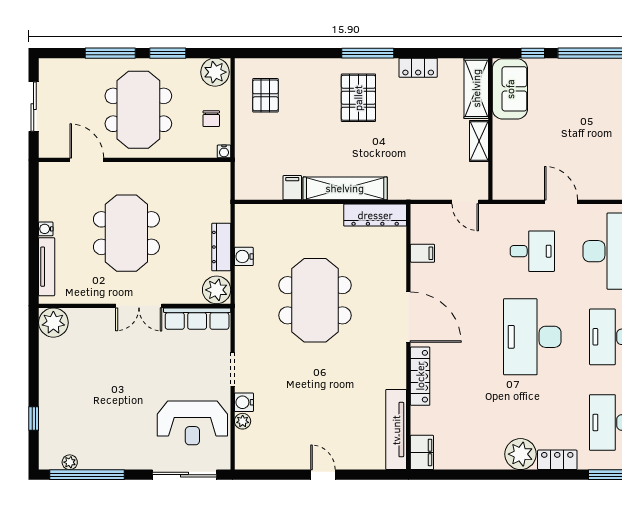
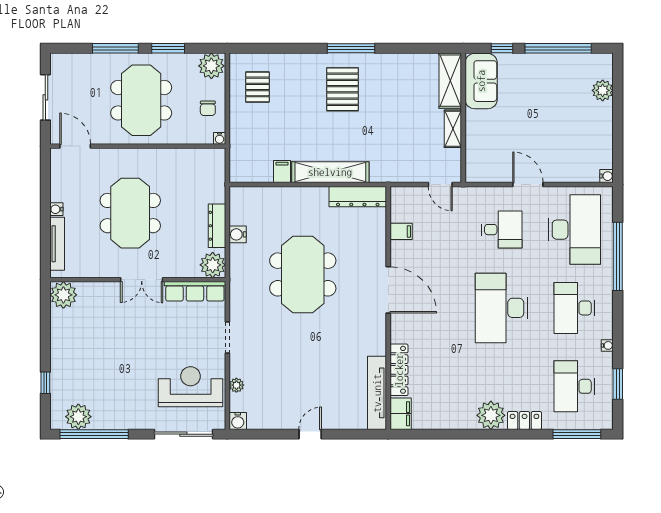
locker: (418, 68) -> (397, 62), removed
door: (87, 160) -> (75, 146), moved
locker: (420, 376) -> (399, 370), moved
water cooler: (244, 402) -> (238, 421), moved, turned -90
reception desk: (192, 423) -> (191, 387), turned 180
plant: (70, 462) -> (78, 417), width x1.88, depth x1.88
door: (323, 475) -> (310, 434), hinge flipped

